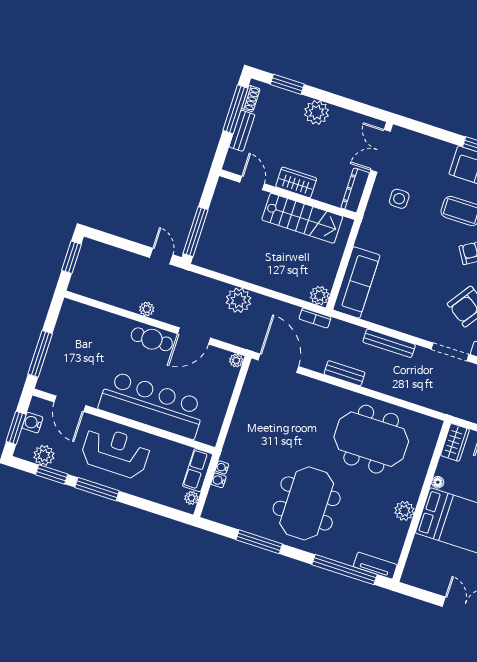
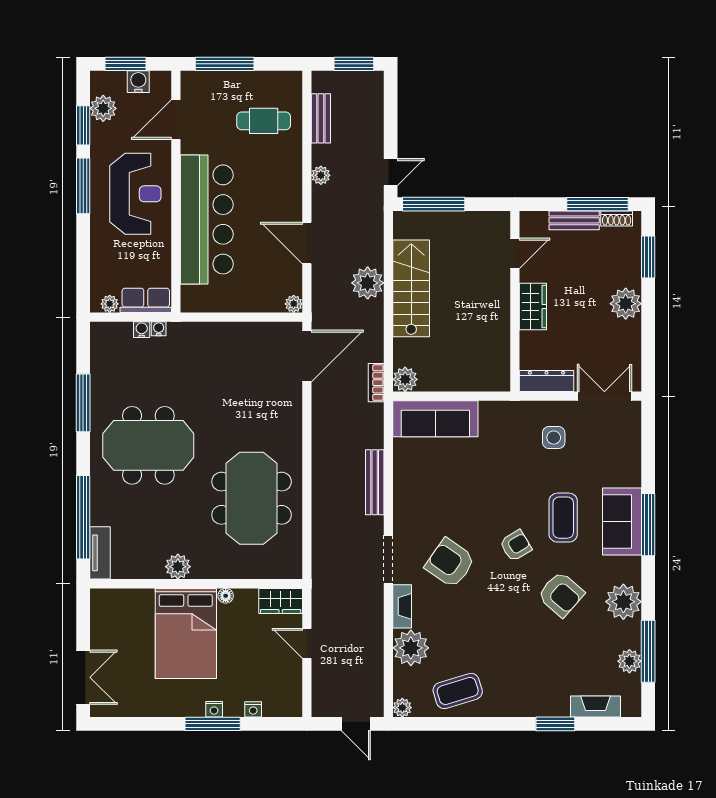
stairs: (302, 218) -> (411, 288), moved, turned 180
cafe table: (152, 339) -> (264, 121), moved, turned 90
bench: (345, 373) -> (321, 118), moved

